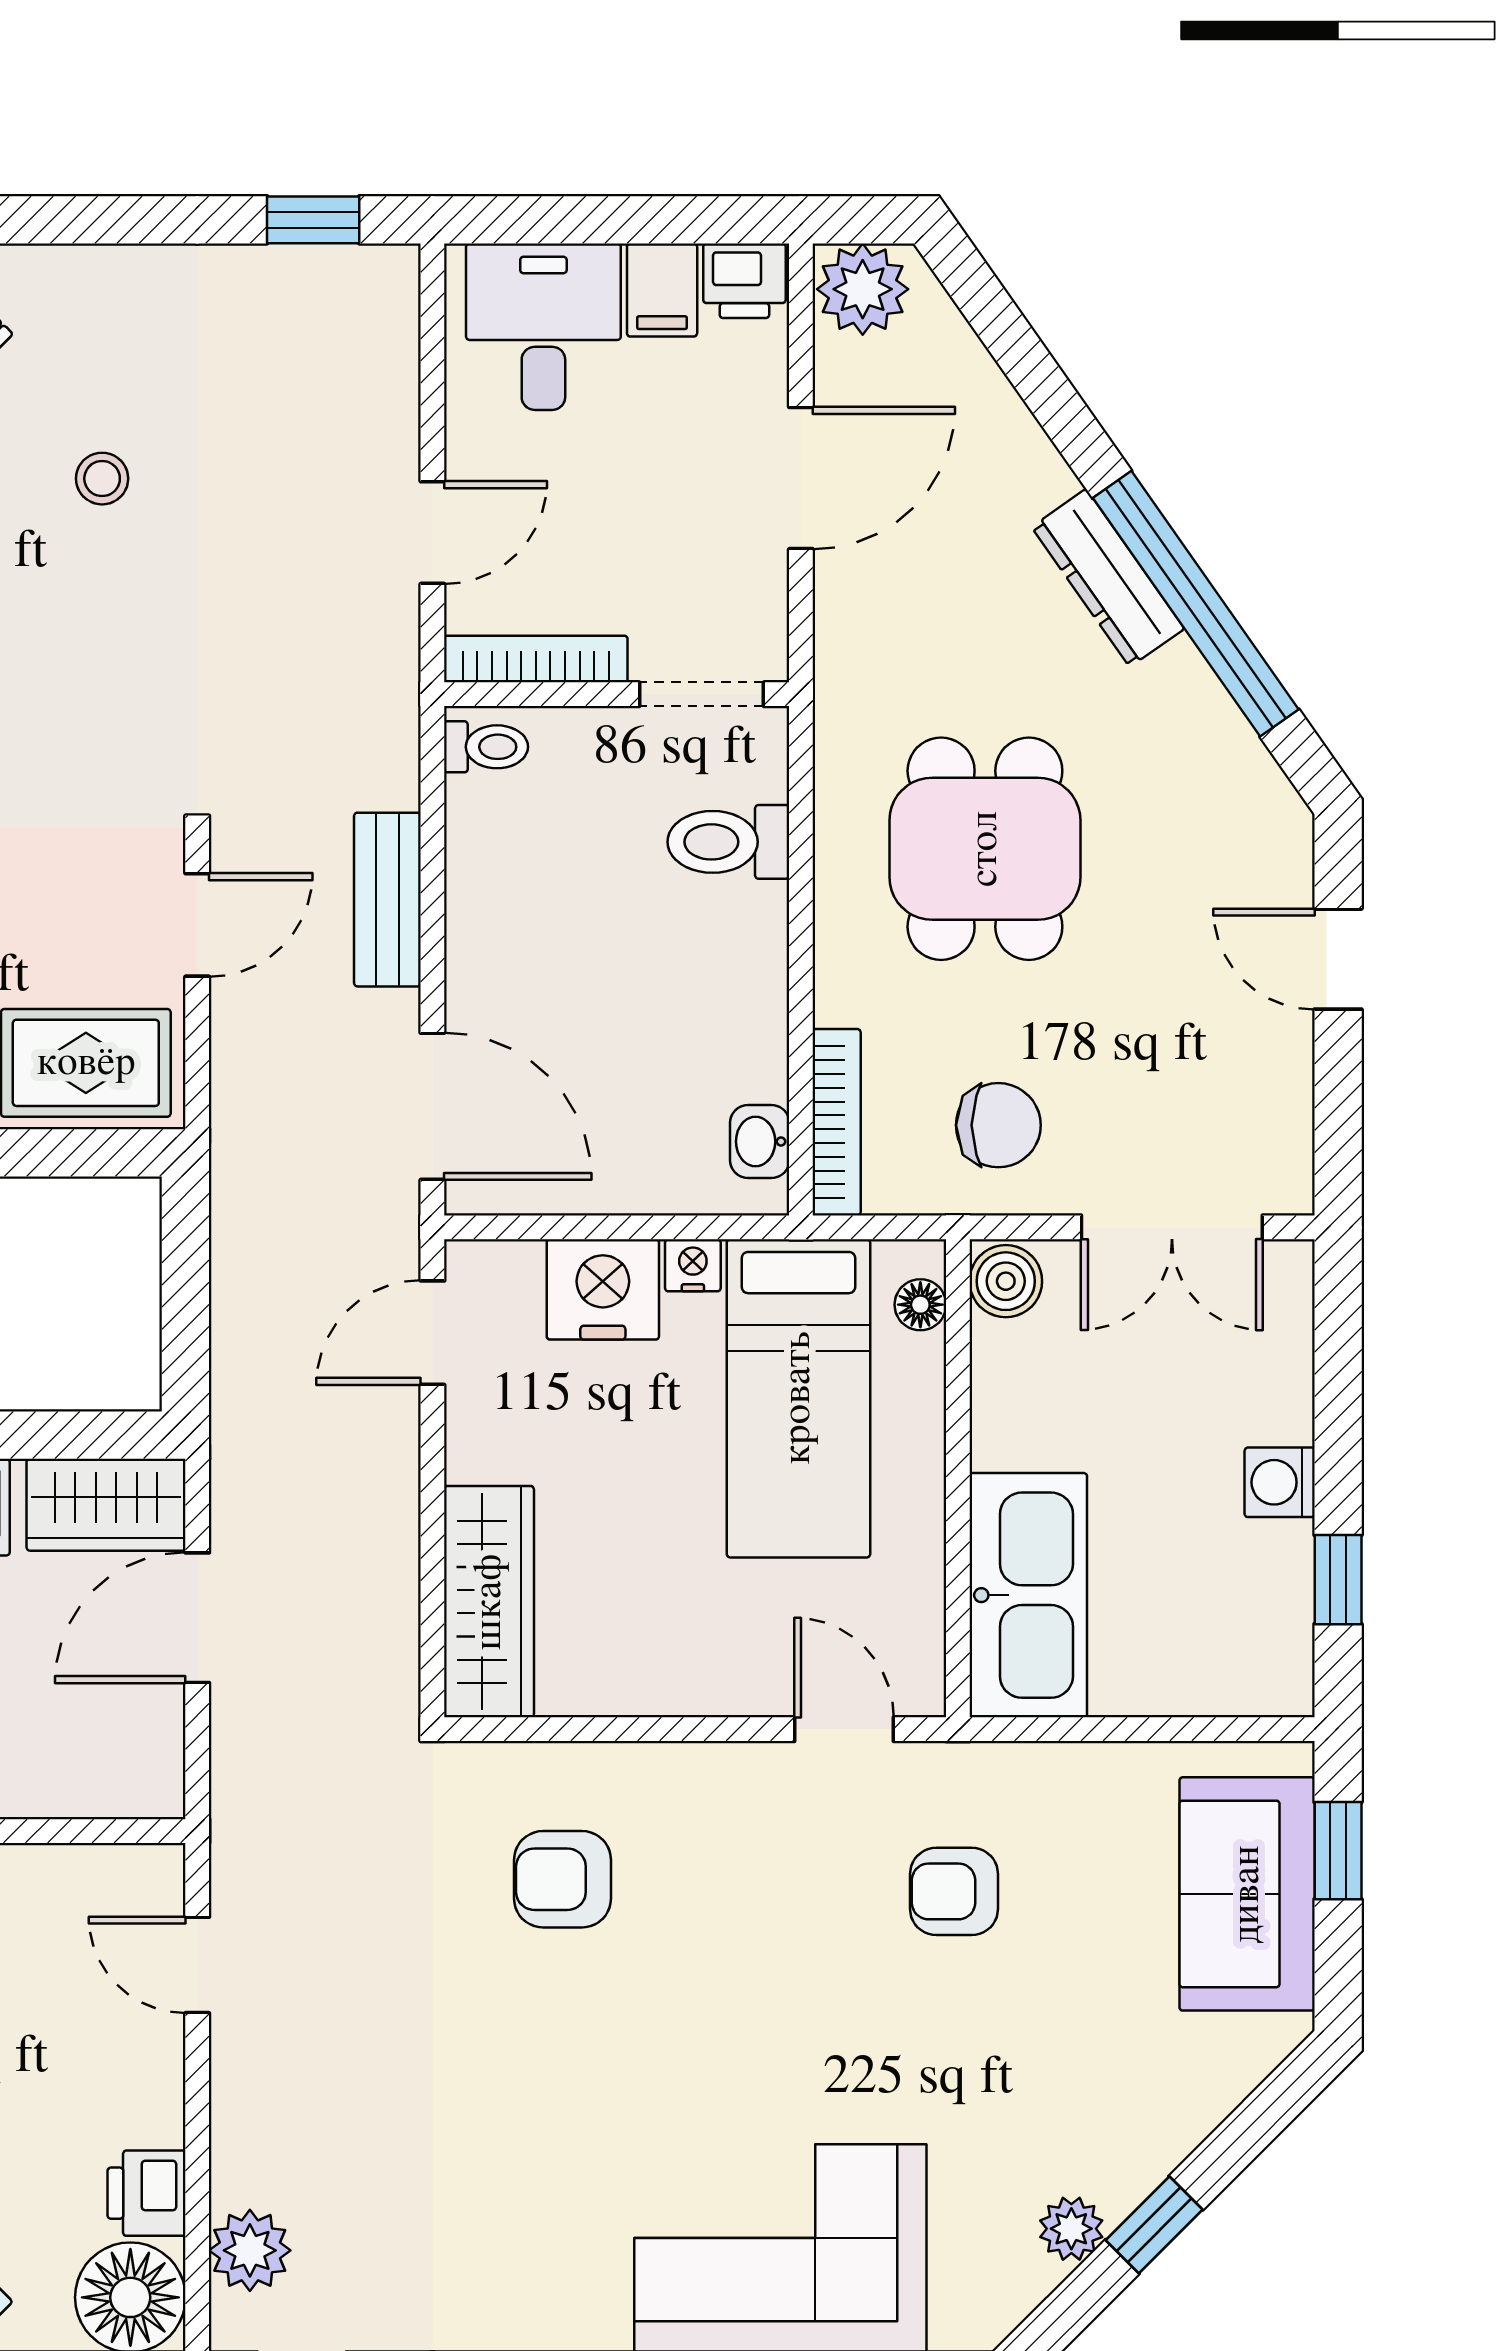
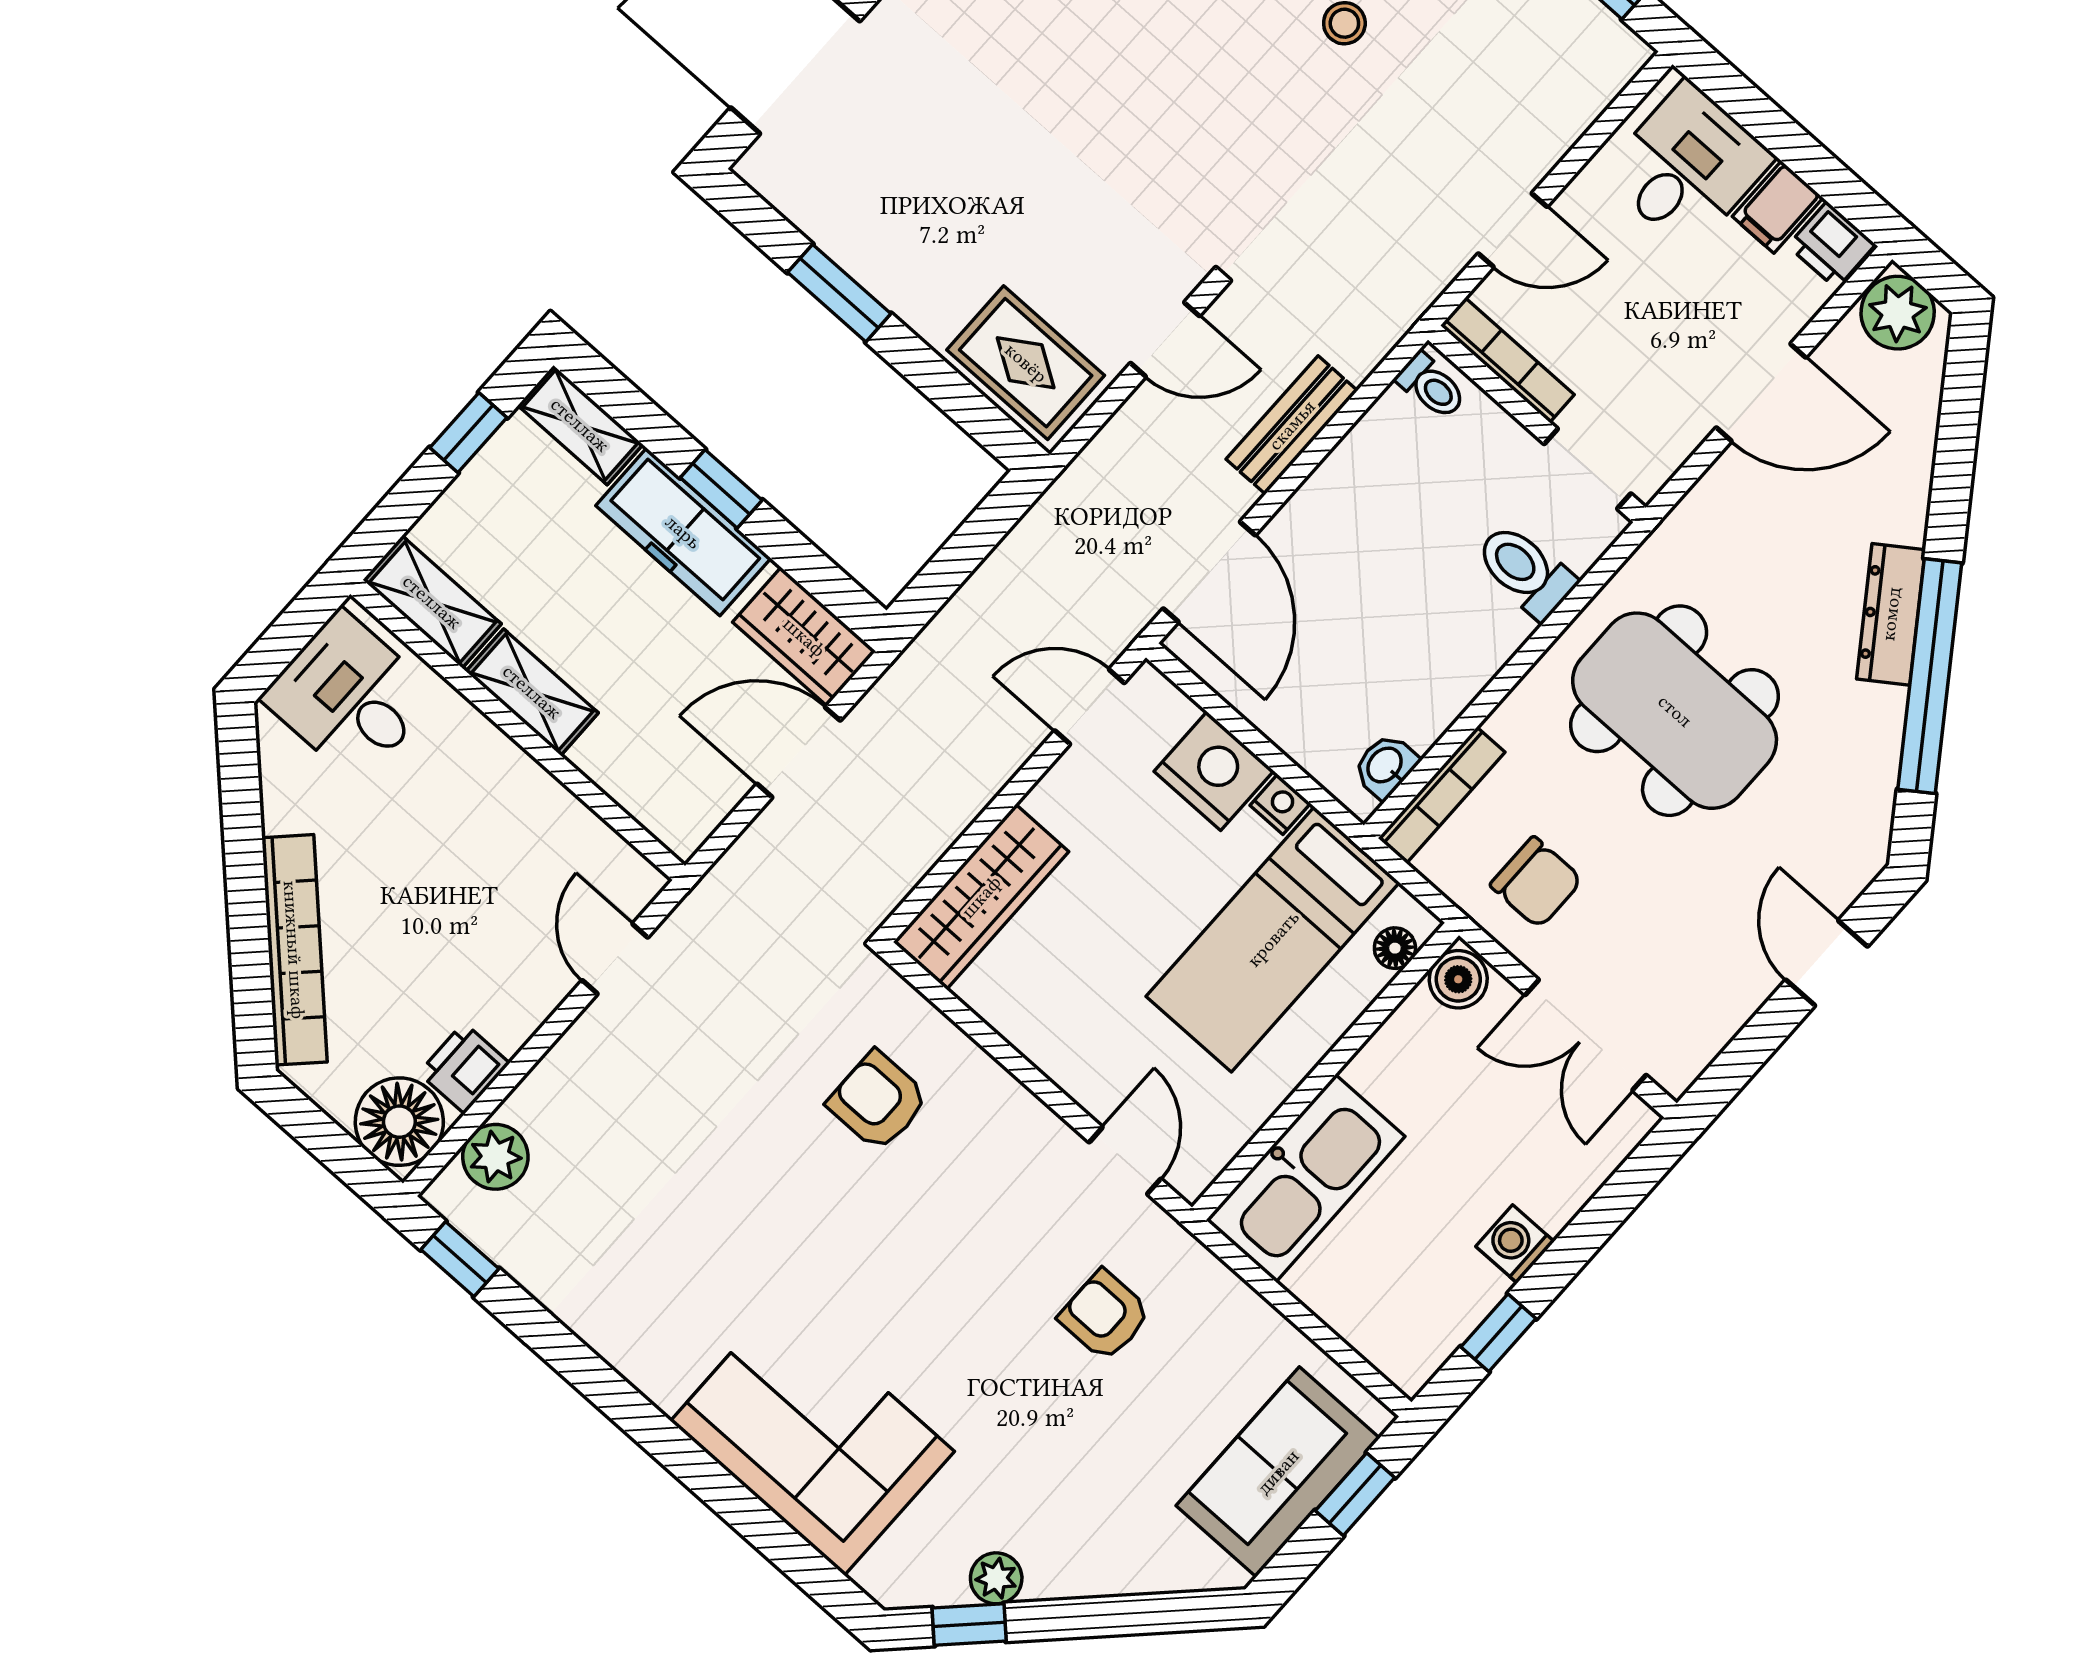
dining table: (985, 849) -> (1675, 711), width x1.38
window: (1154, 2225) -> (969, 1624), moved

